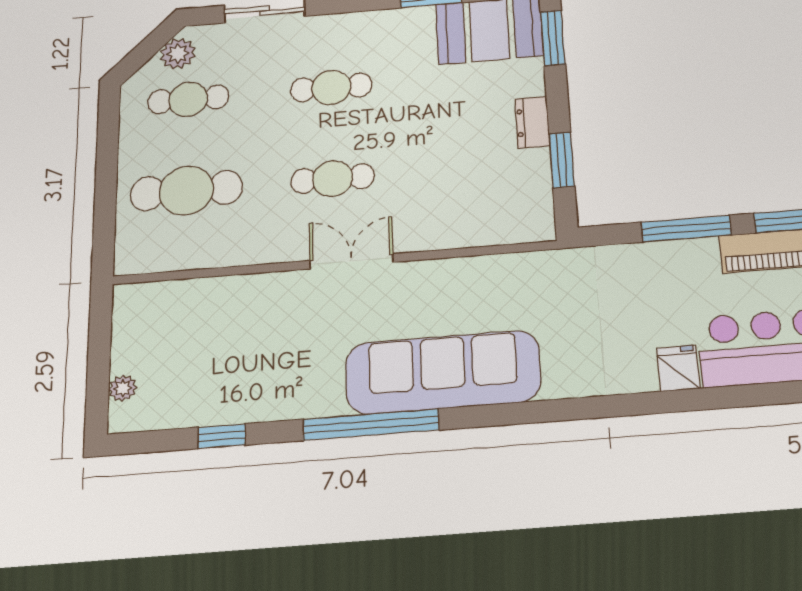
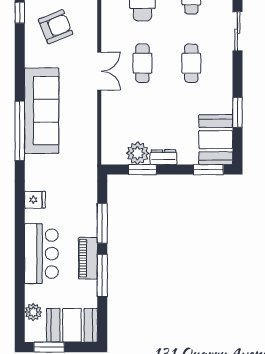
plant: (527, 172) -> (138, 153), added
armchair: (254, 358) -> (56, 27), added
fridge: (678, 368) -> (35, 200), moved
window: (371, 425) -> (20, 131), moved

